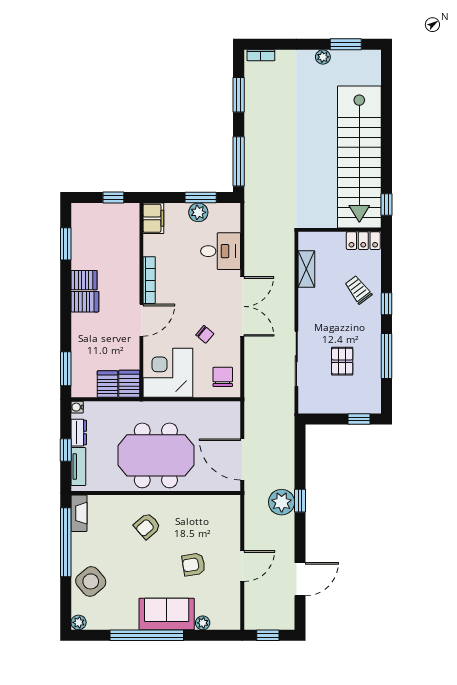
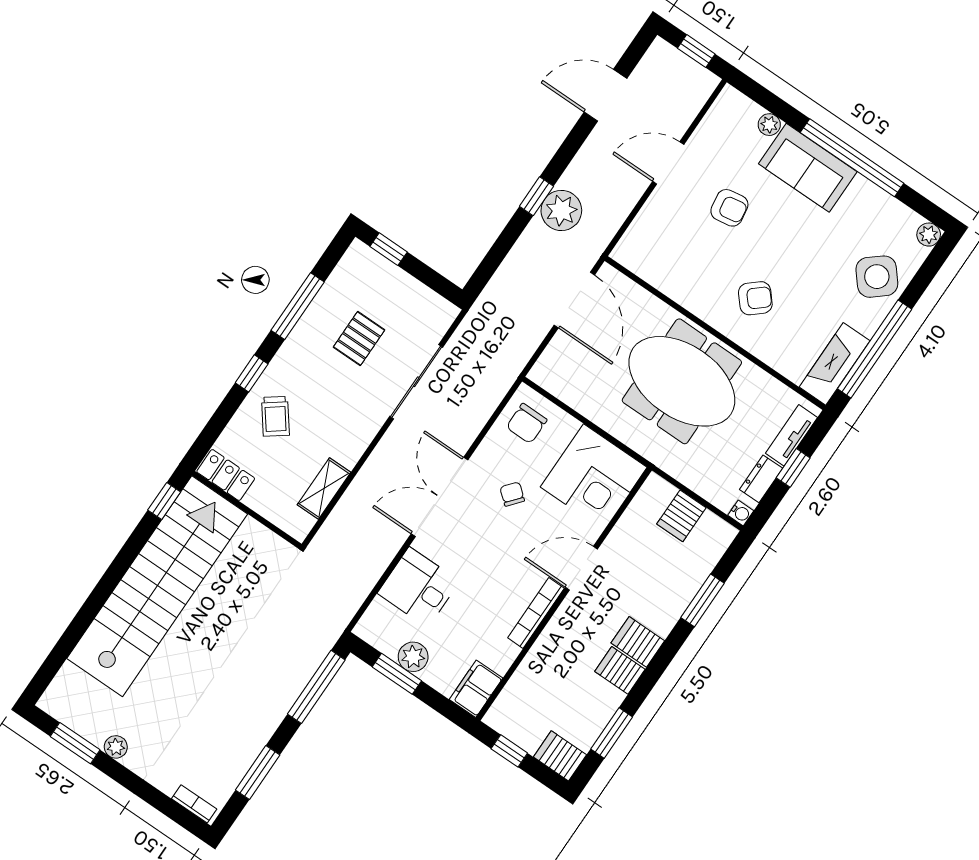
window: (66, 369) -> (703, 600), moved
server rack: (129, 384) -> (560, 756), moved, turned 90
fireplace: (79, 513) -> (835, 364), width x1.37, depth x1.32

